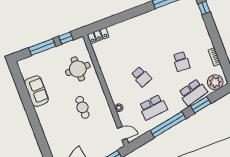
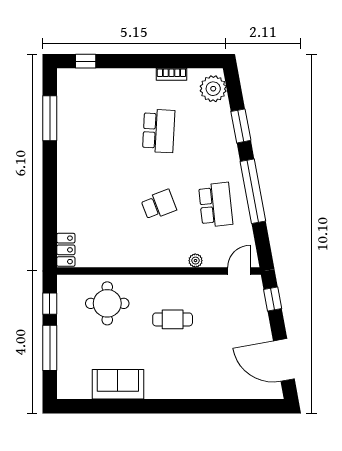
school desk: (181, 61) -> (159, 131), width x1.85
school desk: (193, 92) -> (216, 131), removed

